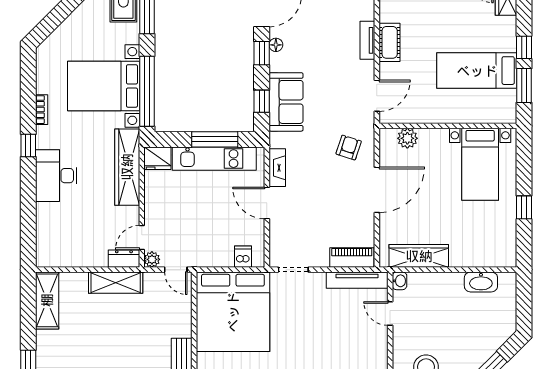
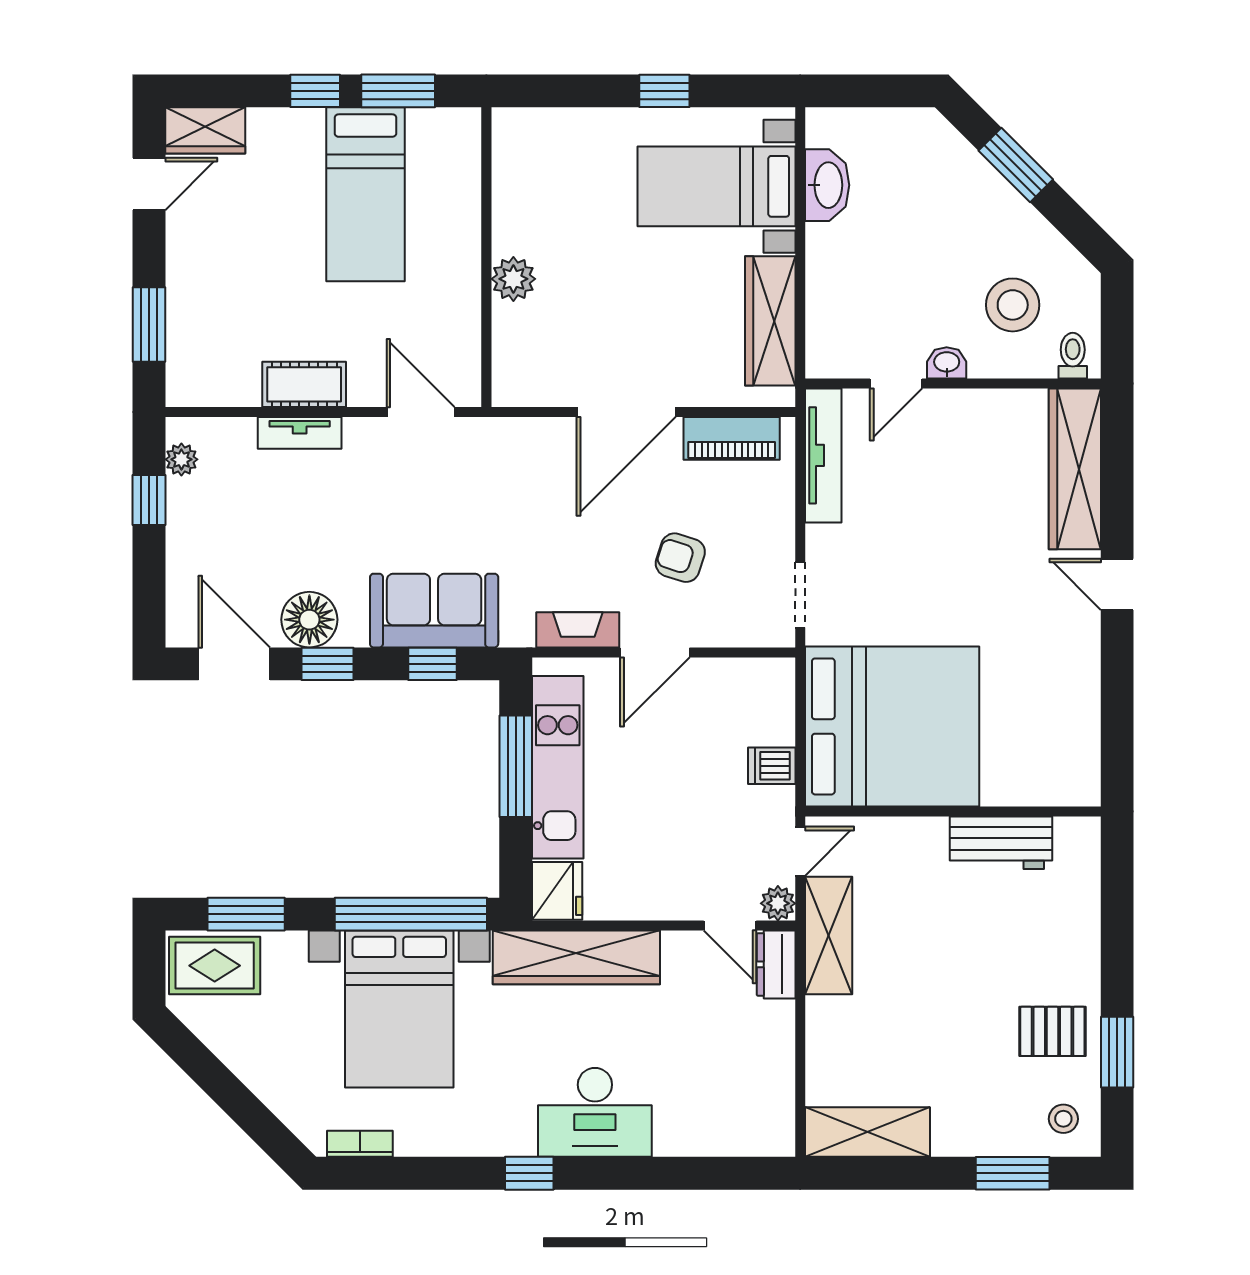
floor lamp: (276, 45) -> (309, 620), width x1.89, depth x1.89
bookcase: (42, 110) -> (360, 1144), moved
plant: (407, 138) -> (513, 279), moved
armchair: (349, 147) -> (680, 558), moved
bed with nightstands: (480, 164) -> (716, 186), moved, turned 180
door: (377, 190) -> (626, 412), swing flipped
dishwasher: (243, 257) -> (772, 766), moved
piano: (352, 258) -> (732, 438), moved, turned -90
washbasin: (399, 281) -> (947, 363), moved
shelving: (116, 283) -> (829, 936), moved

